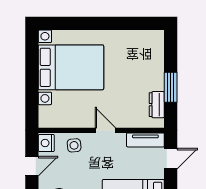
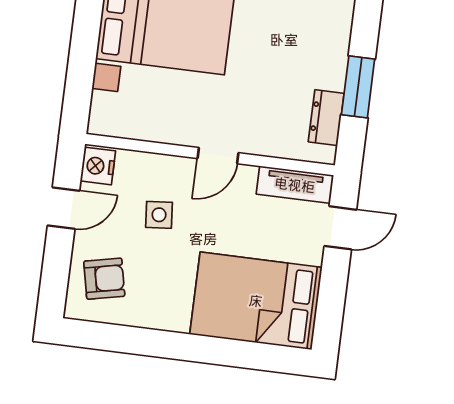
door: (105, 130) -> (218, 156), swing flipped
side table: (74, 145) -> (159, 215), moved

